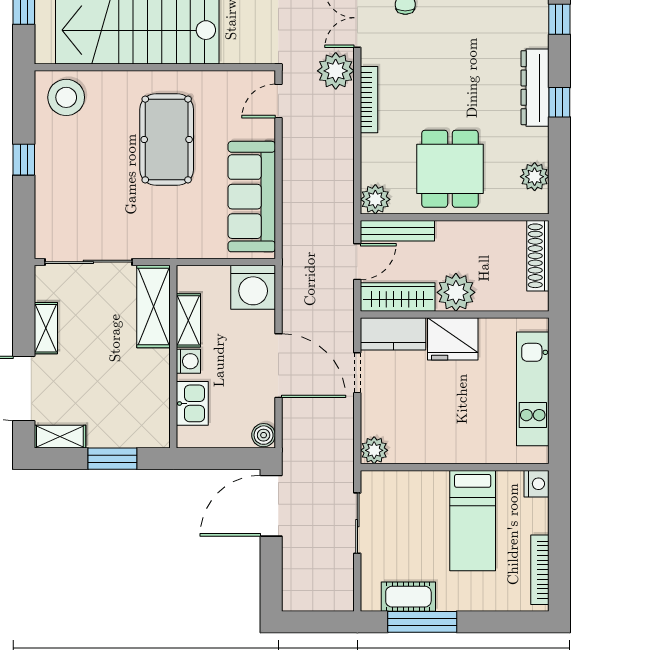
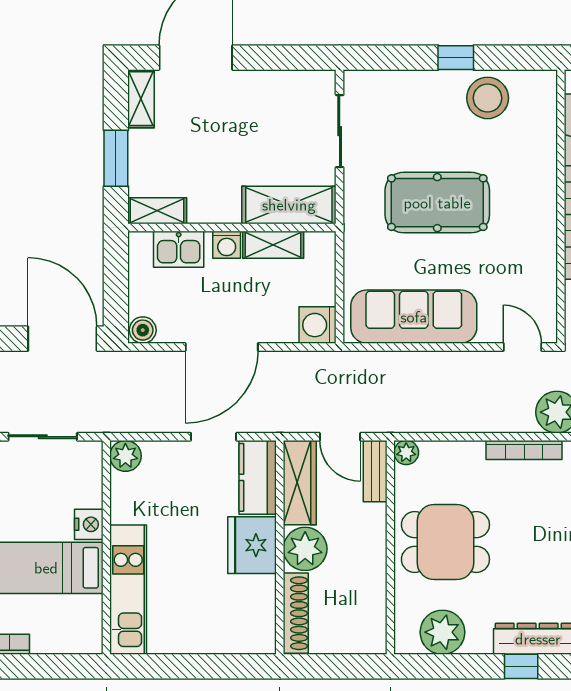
stool: (66, 97) -> (488, 98), moved
pool table: (167, 139) -> (437, 203), moved
plant: (535, 177) -> (442, 632), width x1.36, depth x1.36
plant: (375, 199) -> (406, 453), width x0.73, depth x0.73
bench: (397, 231) -> (375, 471), width x0.73
shoe rack: (538, 256) -> (296, 613), moved, turned 90
sliding door: (88, 262) -> (340, 131), width x0.73
washing machine: (253, 287) -> (318, 325), width x0.73, depth x0.73
shelving: (46, 328) -> (157, 211), moved
kitchen unit: (533, 389) -> (128, 590), moved, turned 90
nightstand: (536, 484) -> (89, 524), moved, turned -90

